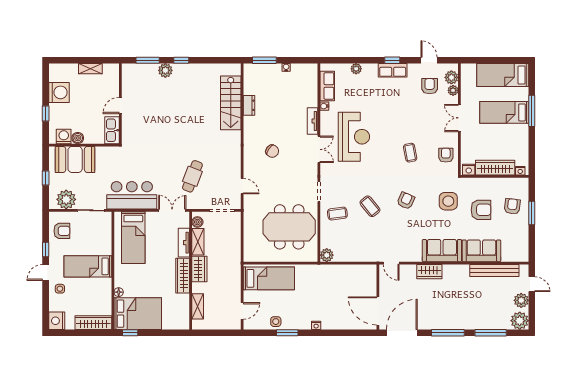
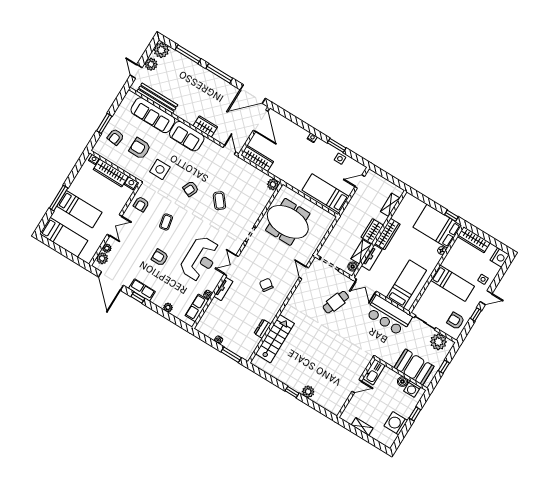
window: (148, 60) -> (316, 407), removed
door: (429, 60) -> (111, 281), width x1.88
armchair: (430, 86) -> (160, 257), moved, turned 90
reception desk: (354, 137) -> (200, 259), turned 180
coffee table: (337, 214) -> (247, 210), removed
sofa: (481, 251) -> (153, 115), width x1.36
wardrobe: (358, 271) -> (257, 158), added

